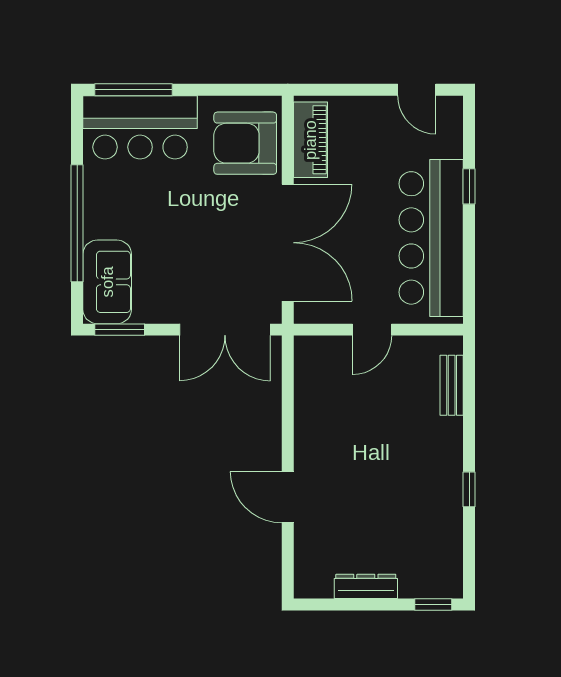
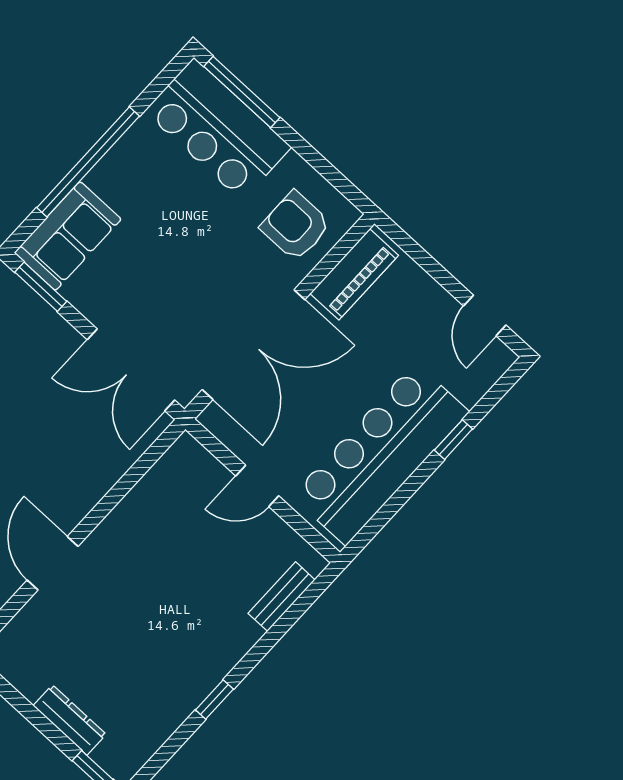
armchair: (245, 143) -> (296, 226), width x0.73, depth x0.73
dresser: (366, 586) -> (70, 720), moved

